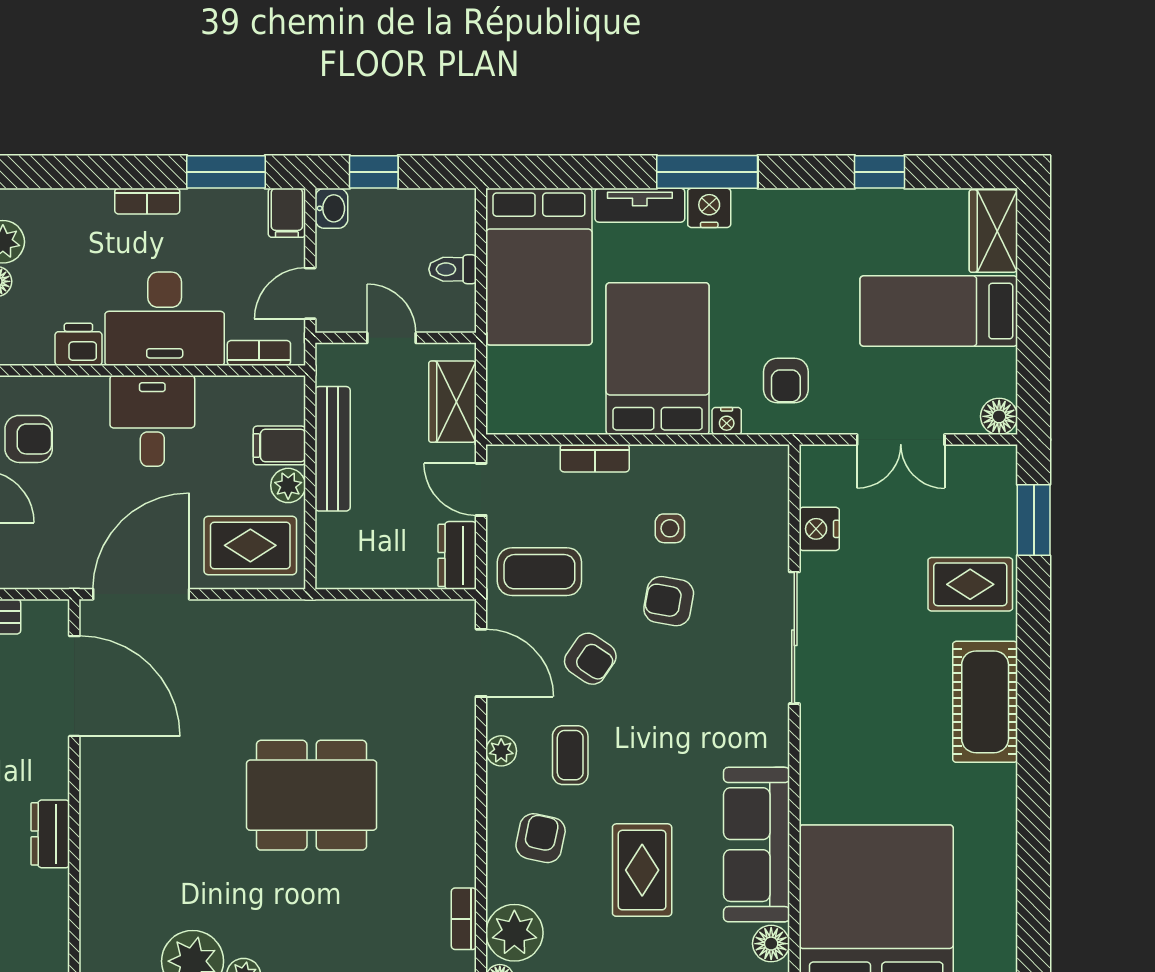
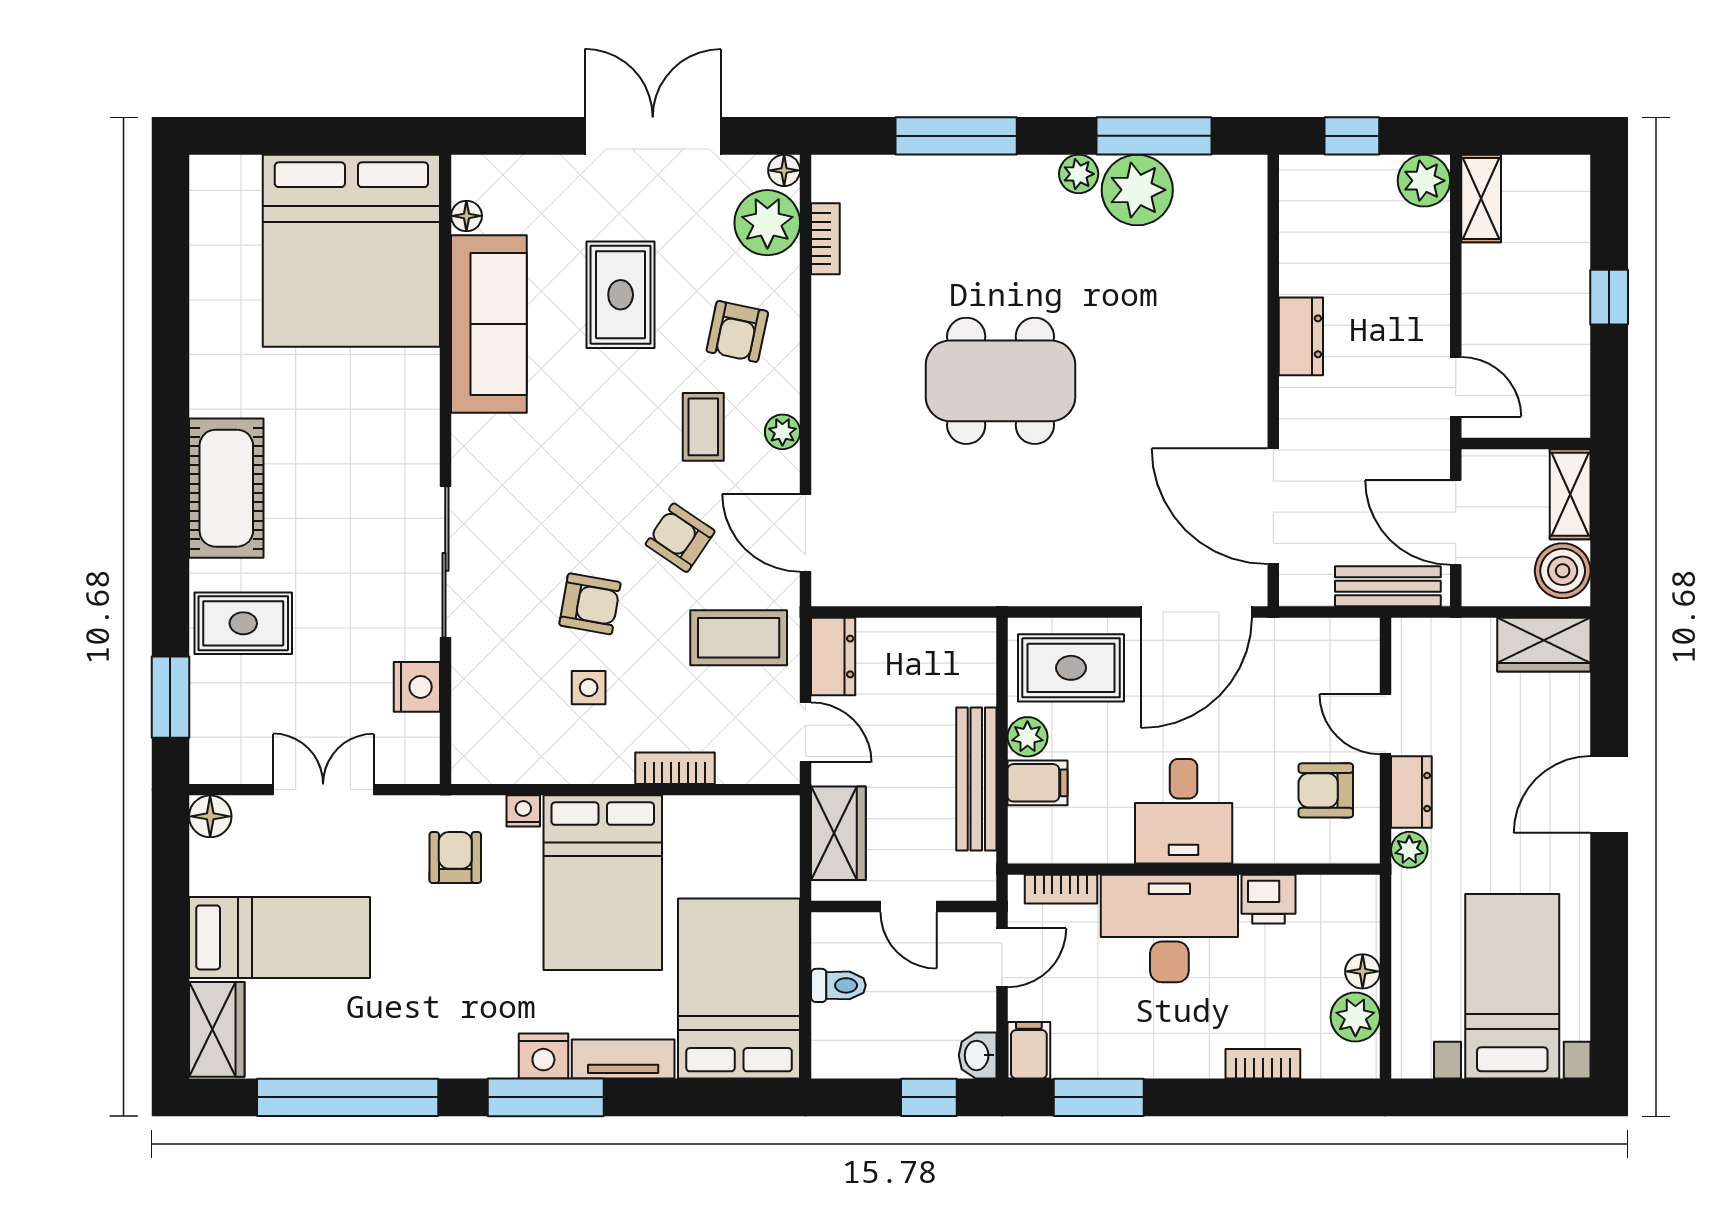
window: (880, 172) -> (348, 1097), width x3.17
bookcase: (147, 201) -> (1263, 1064), moved
floor lamp: (771, 944) -> (466, 216), width x0.73, depth x0.73

